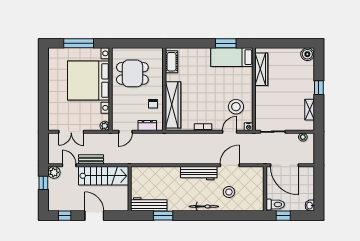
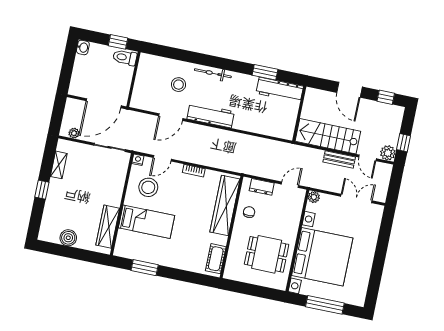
boiler: (307, 54) -> (68, 238), moved
bed: (232, 57) -> (146, 222), moved
door: (284, 165) -> (104, 103), swing flipped

